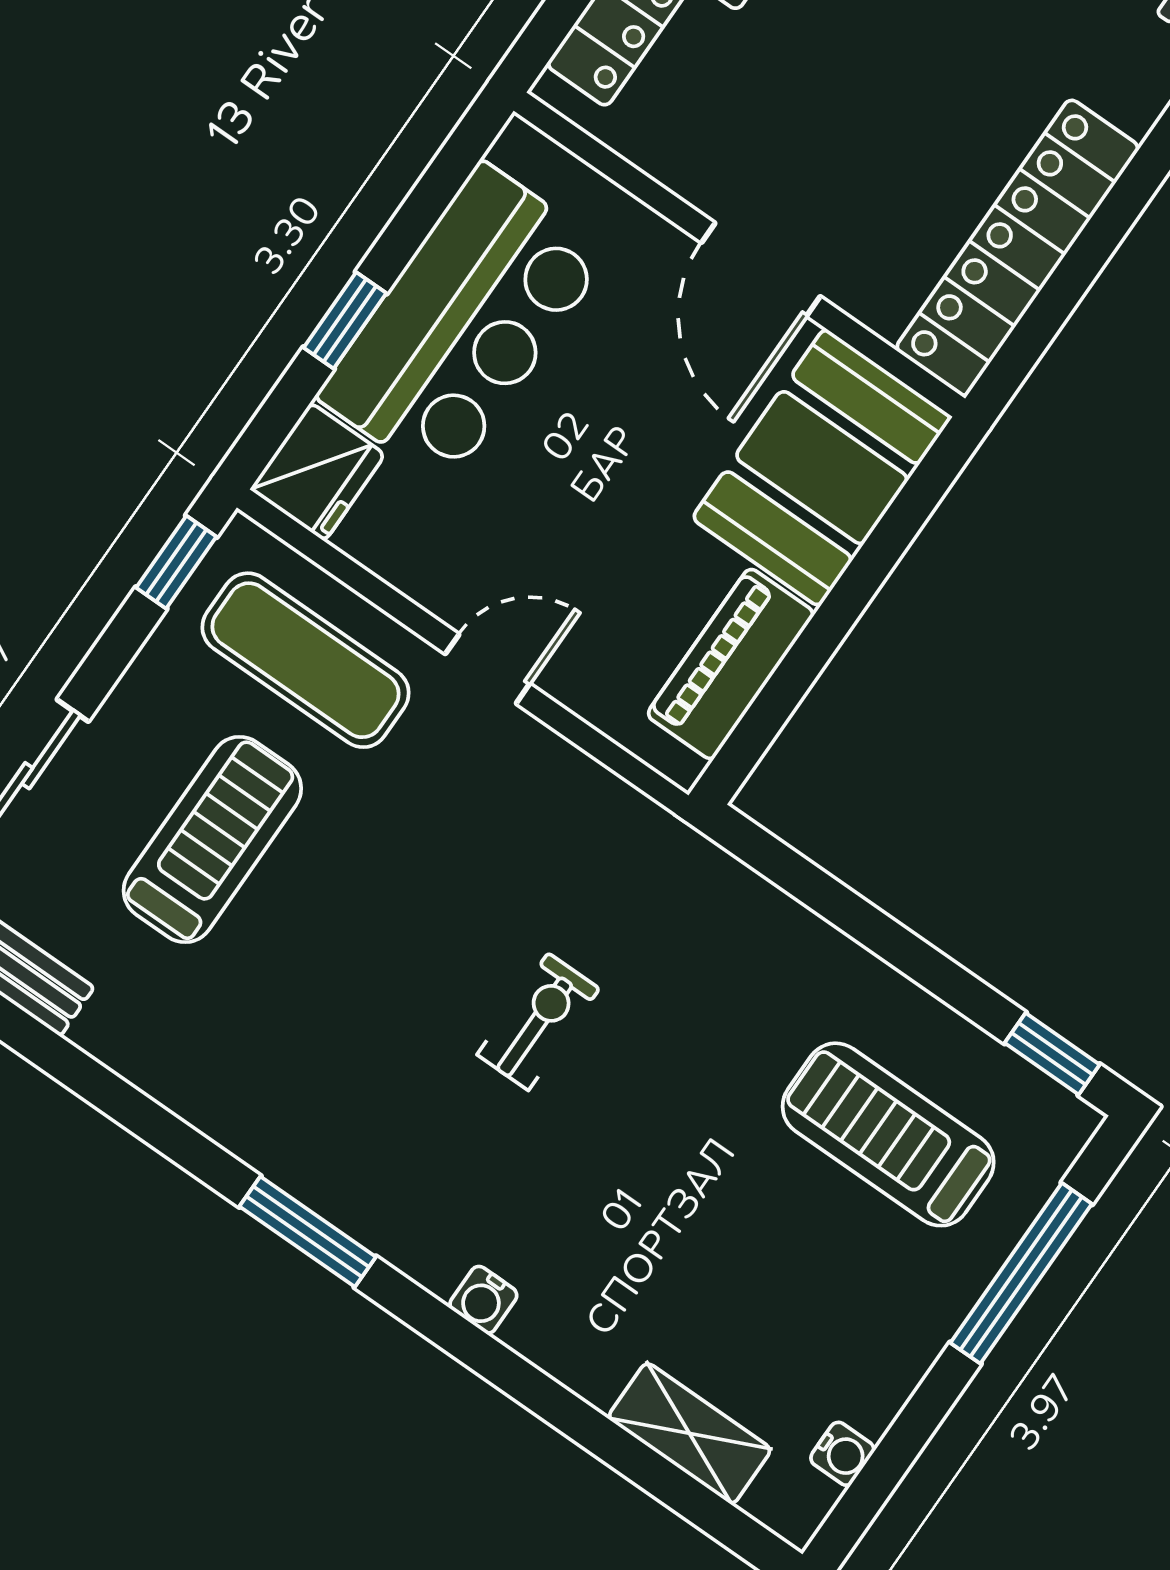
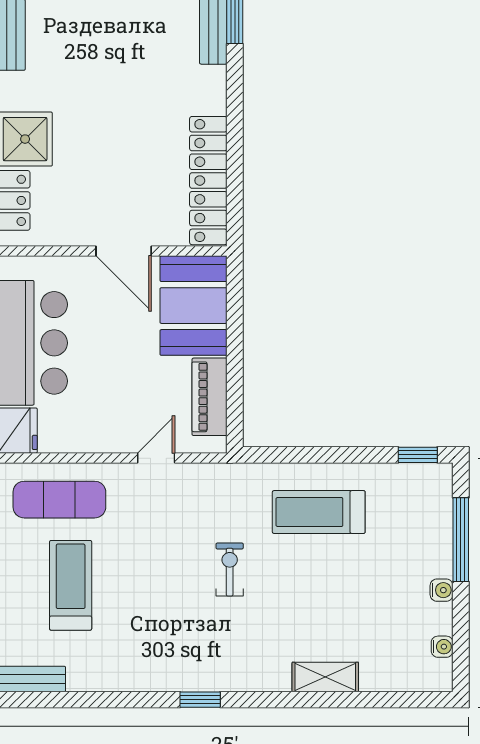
door: (488, 669) -> (156, 458), moved
treadmill: (888, 1134) -> (319, 512), moved
window: (308, 1232) -> (200, 700), width x0.67
water cooler: (483, 1300) -> (442, 590), moved, turned -90
shelving: (690, 1433) -> (325, 677), moved

